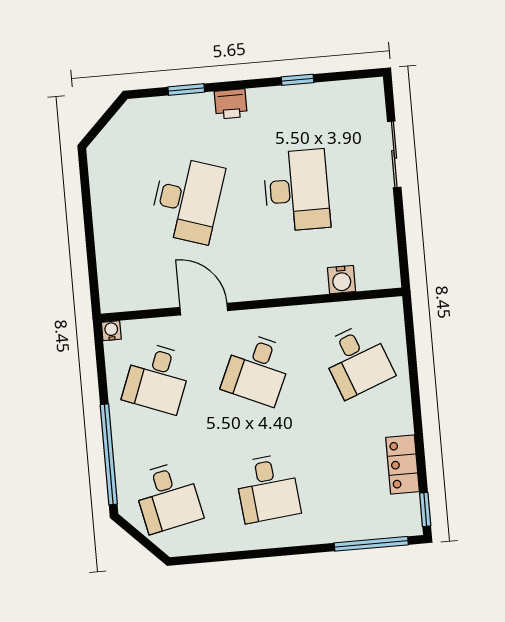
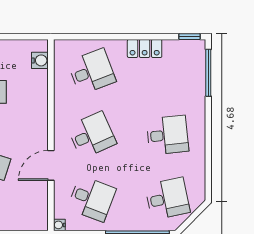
water cooler: (342, 280) -> (40, 60), moved
desk: (257, 369) -> (92, 135), turned -48
locker: (403, 465) -> (145, 48), moved

